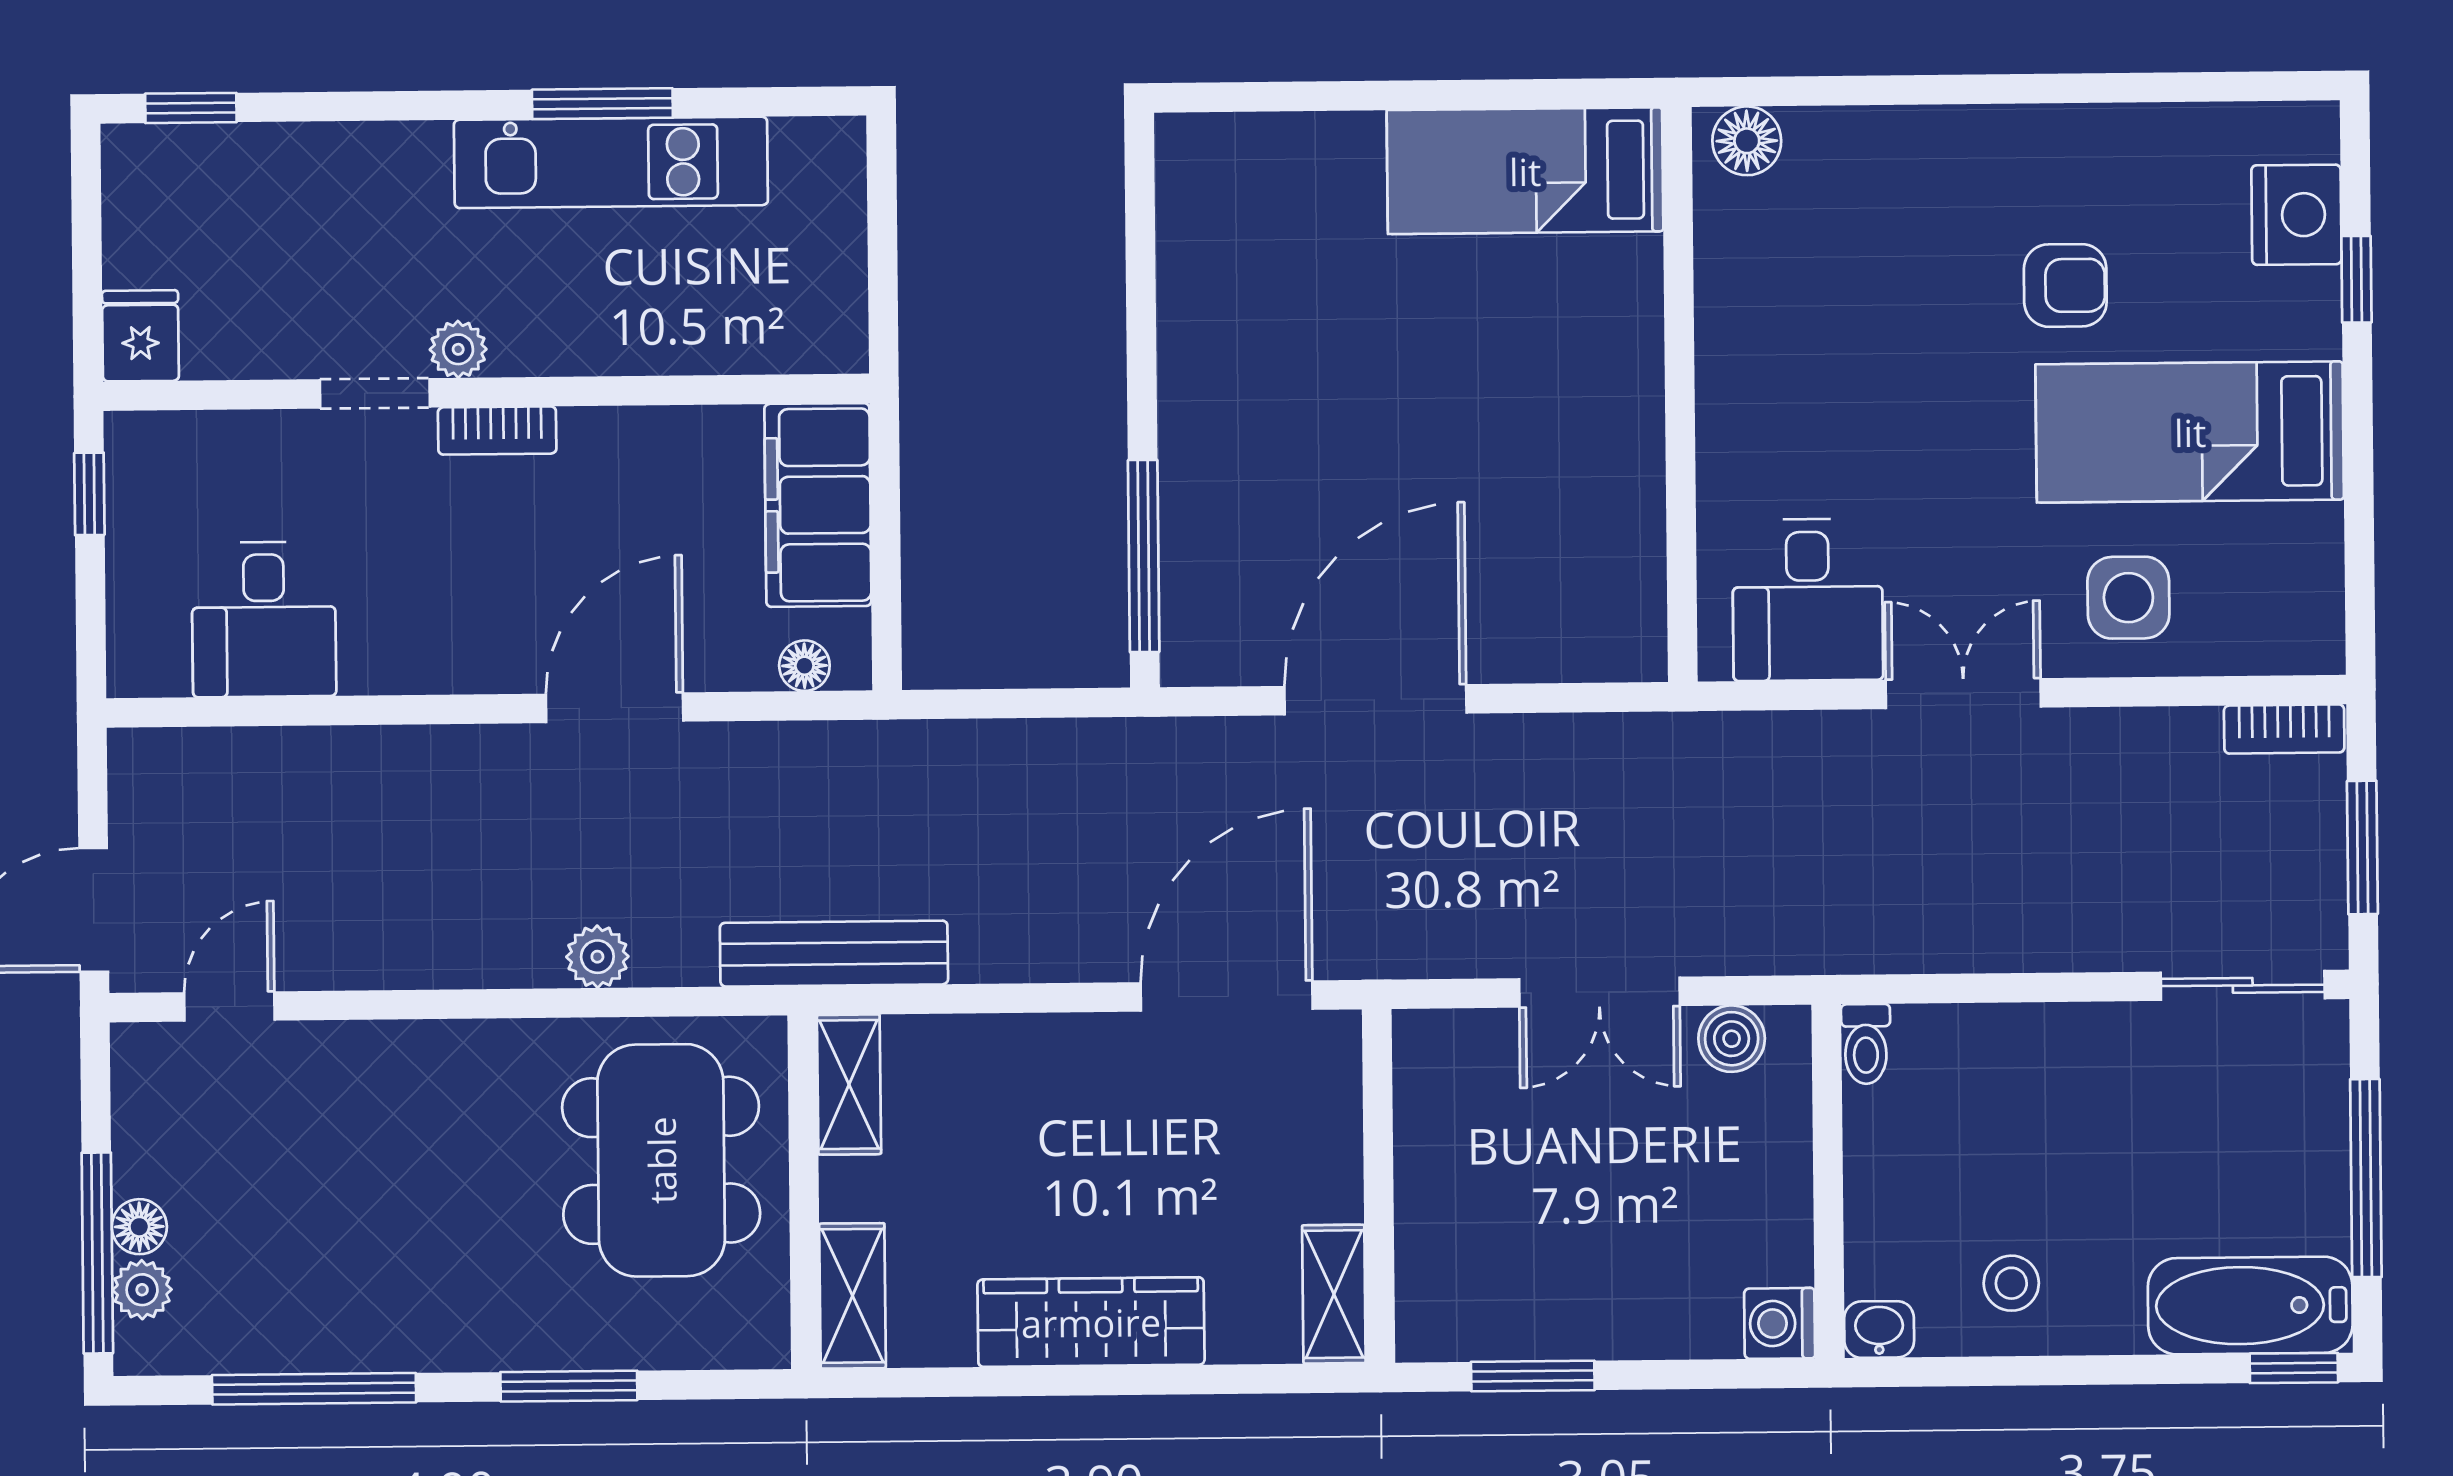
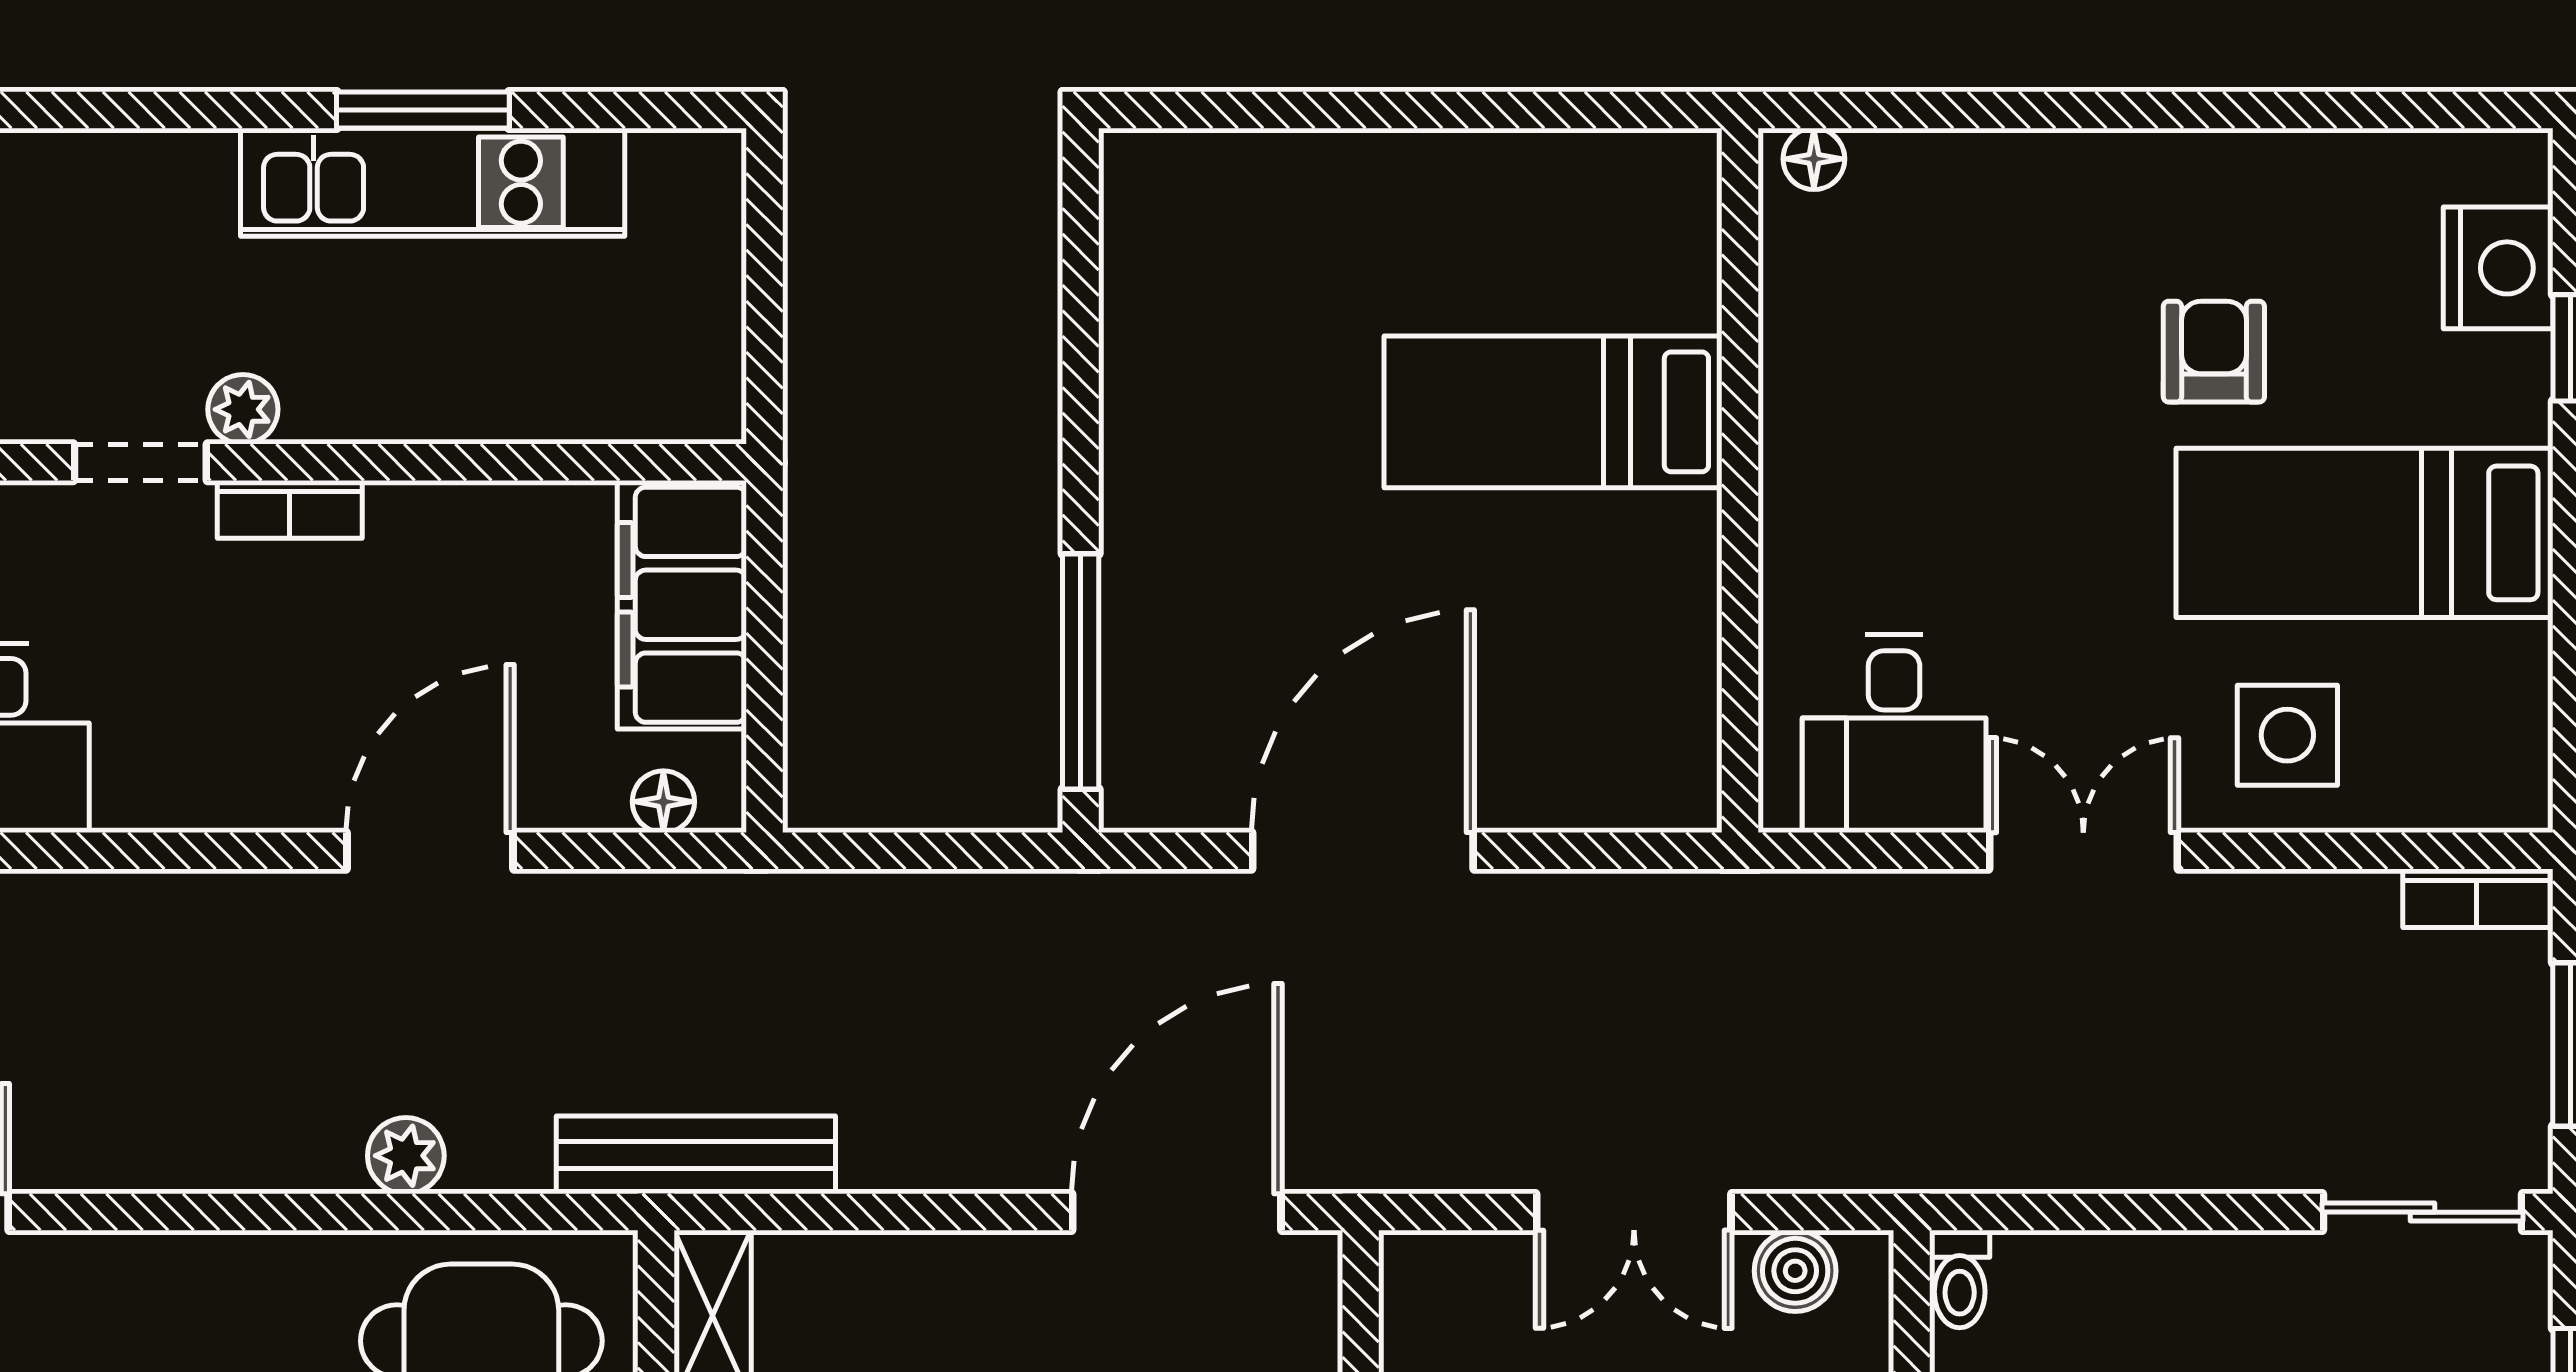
floor lamp: (1747, 141) -> (1814, 159), width x0.73, depth x0.73
bed: (1525, 171) -> (1553, 412), moved
armchair: (2065, 285) -> (2214, 352), turned -90

